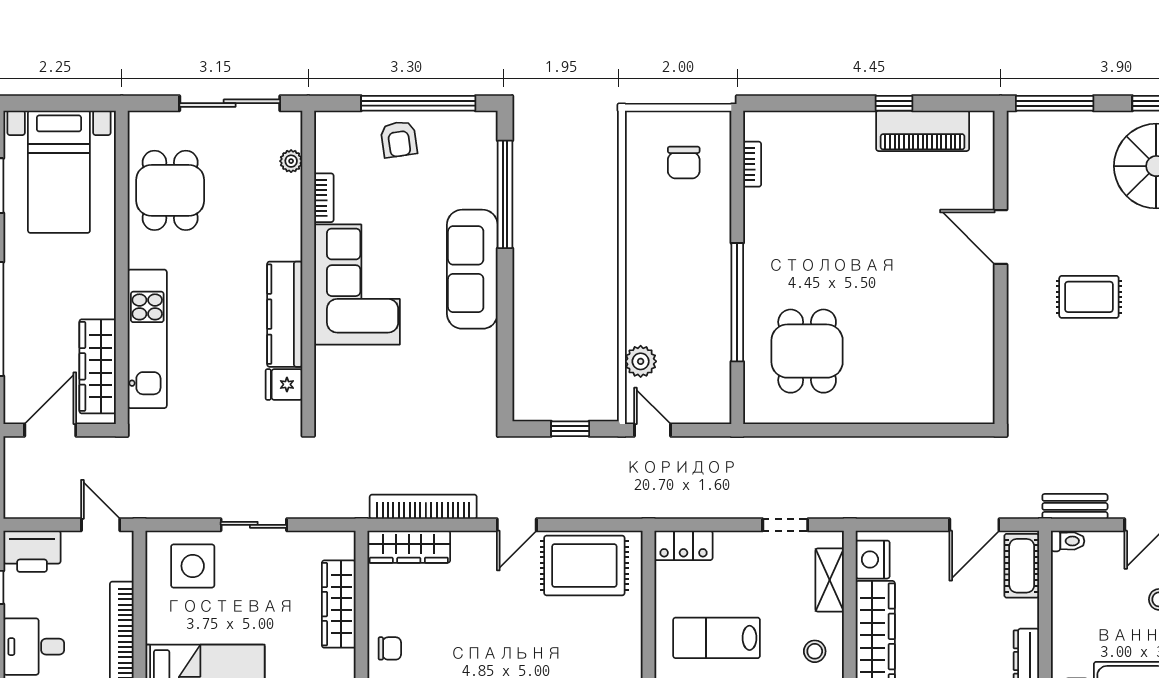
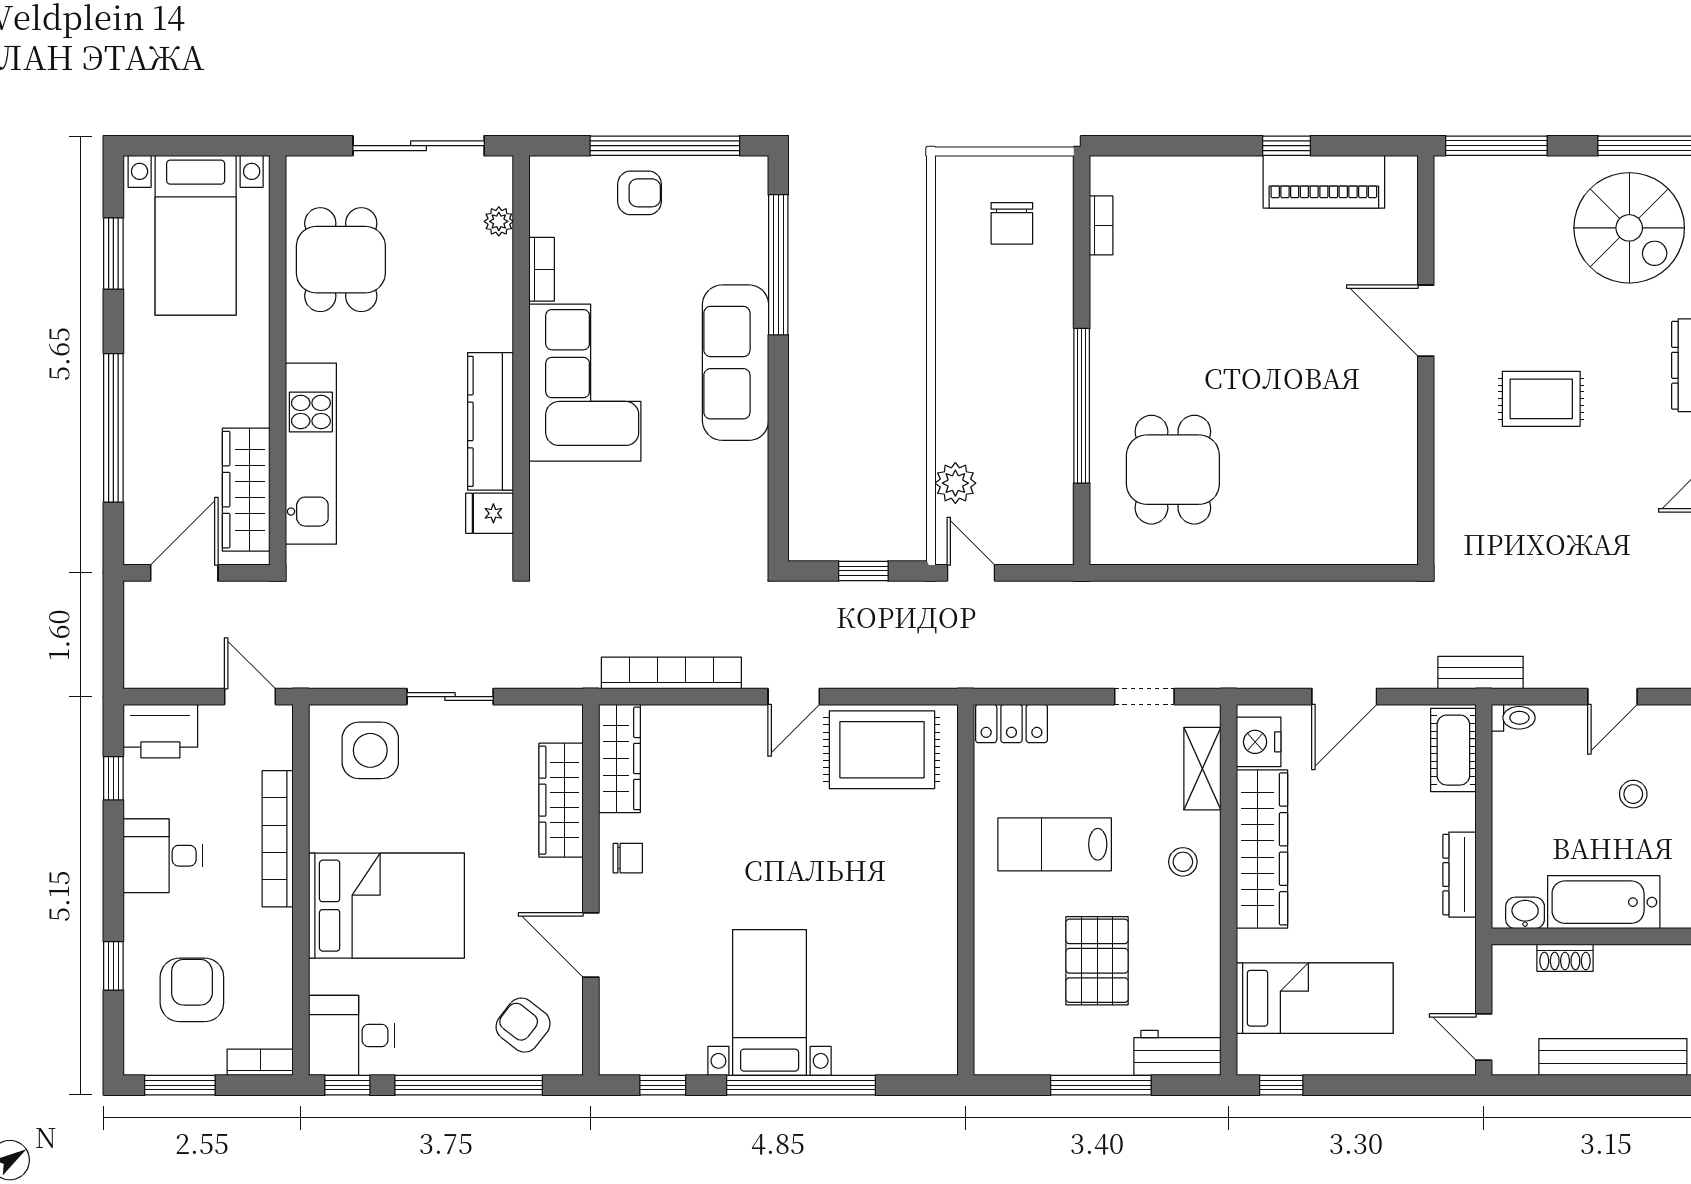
armchair: (399, 139) -> (640, 193), turned -82
bench: (1075, 506) -> (1481, 673), moved
door: (974, 525) -> (1344, 697), moved
wardrobe: (409, 547) -> (619, 758), moved, turned -90

